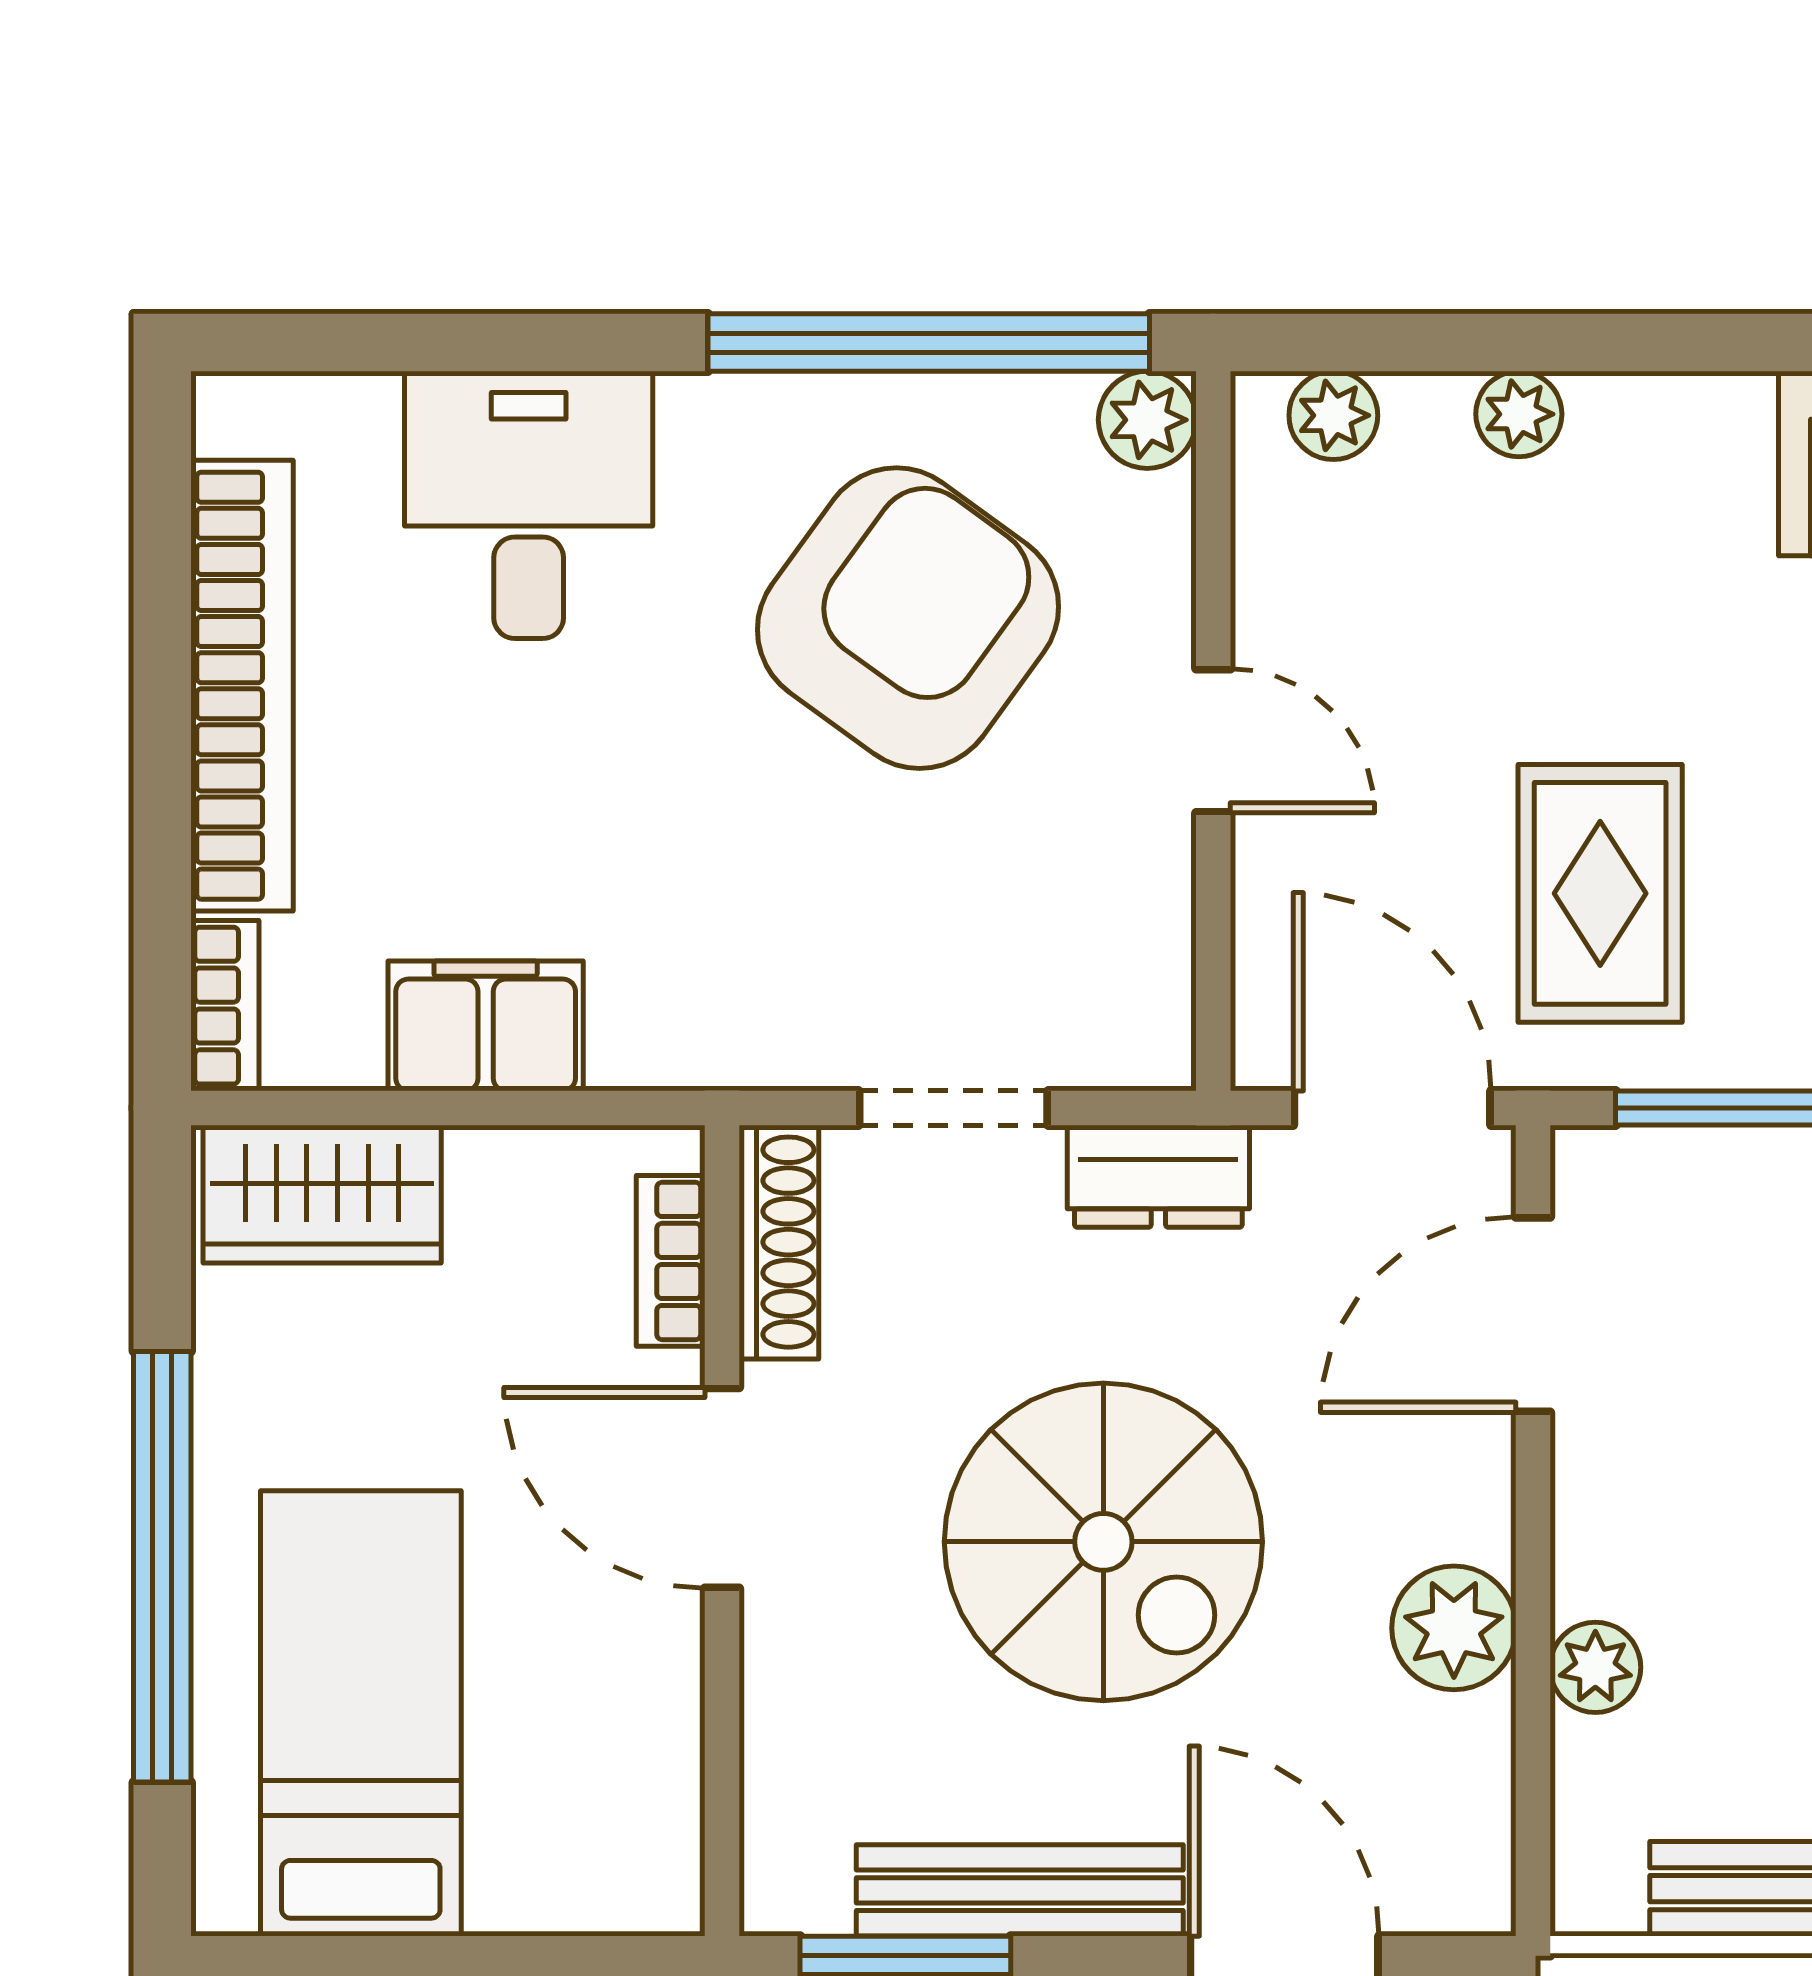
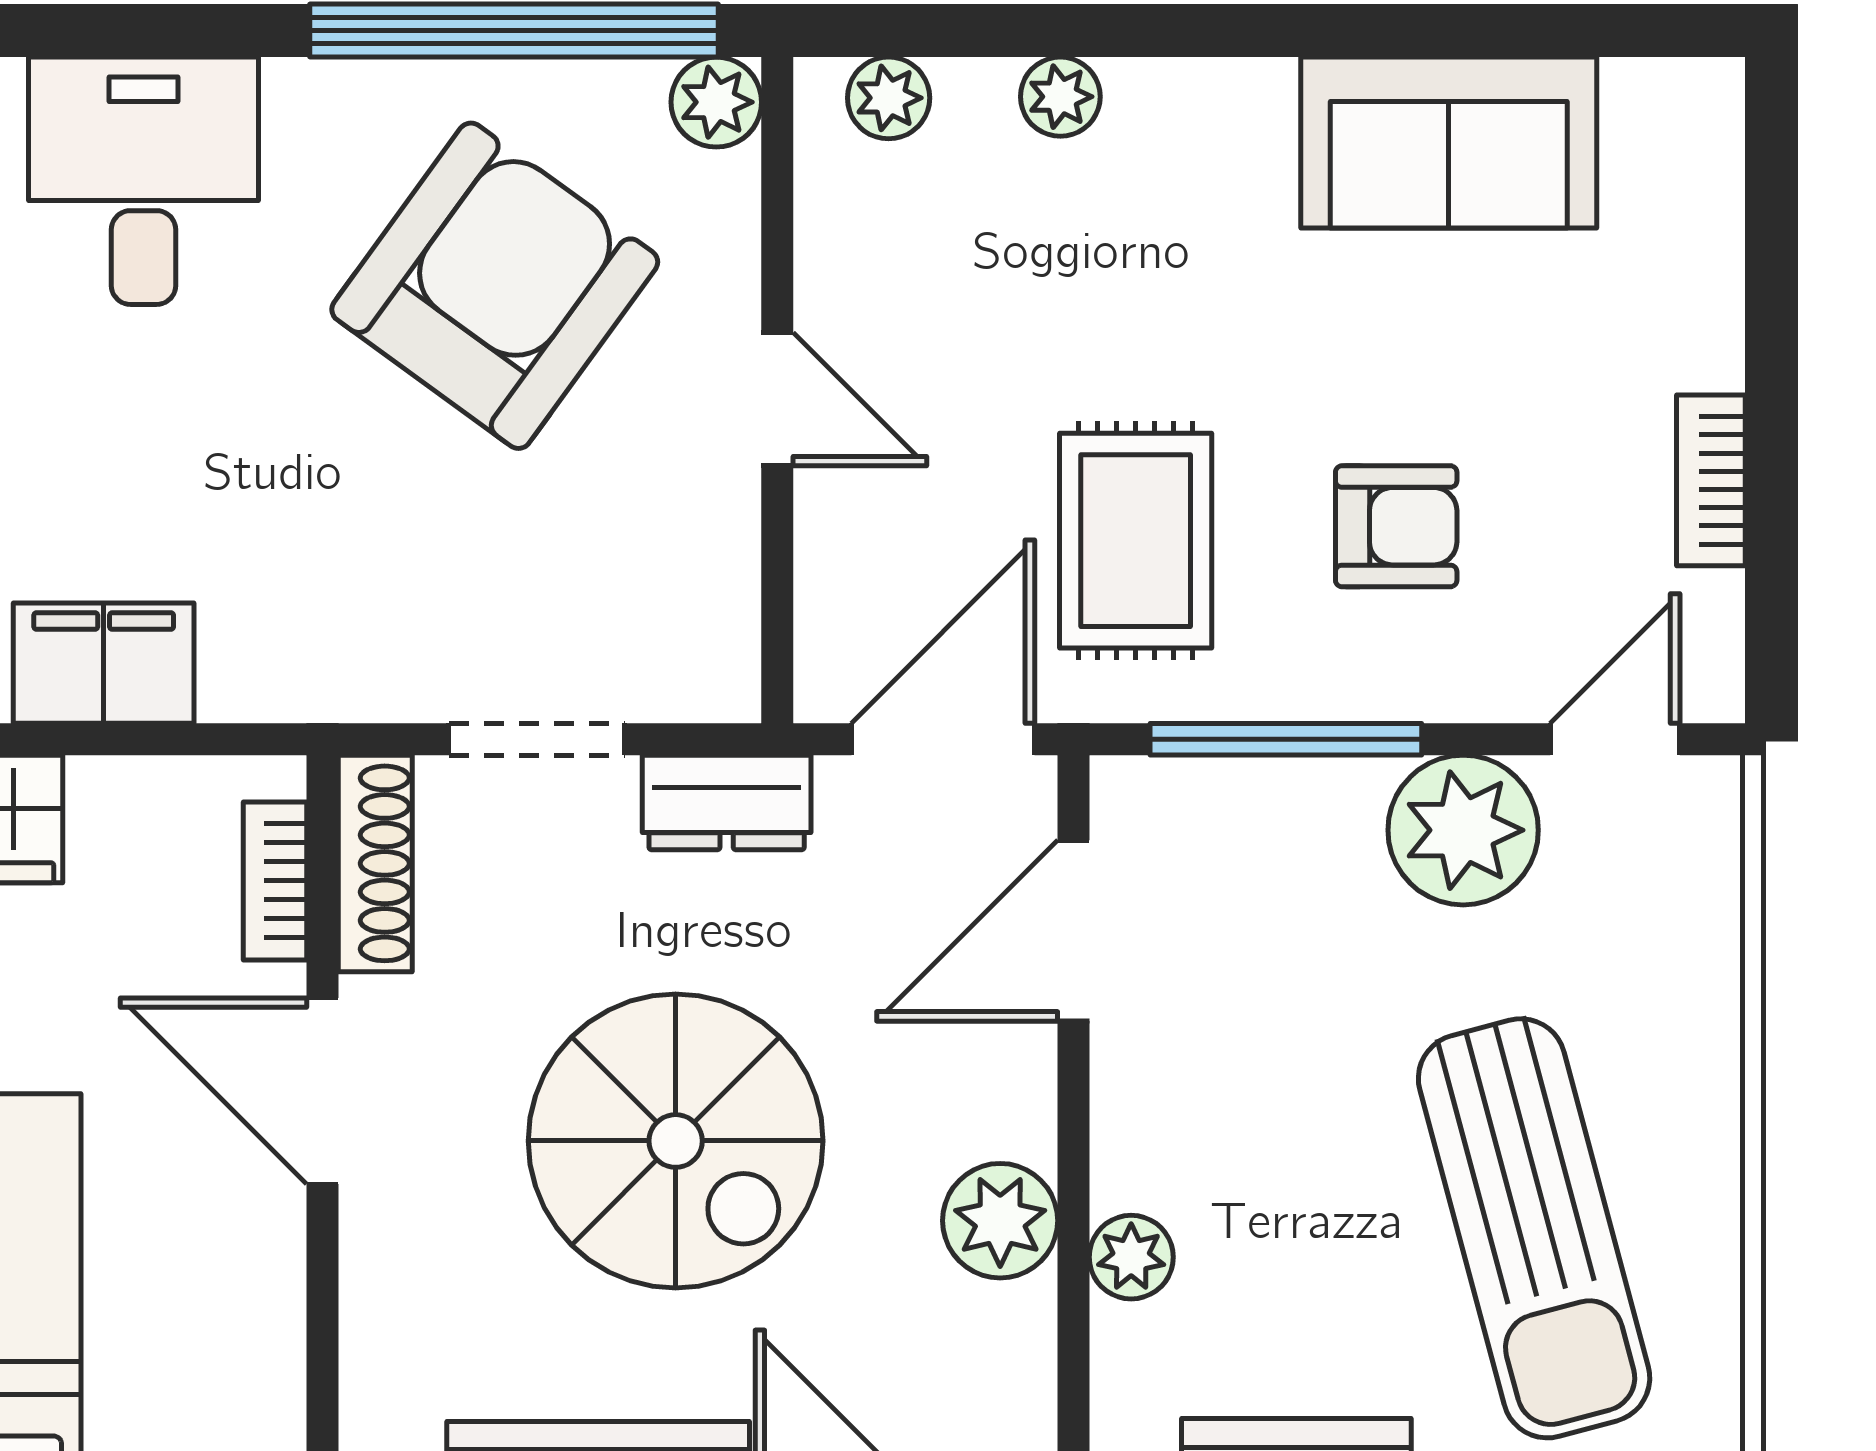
door: (1392, 1108) -> (943, 739), hinge flipped

